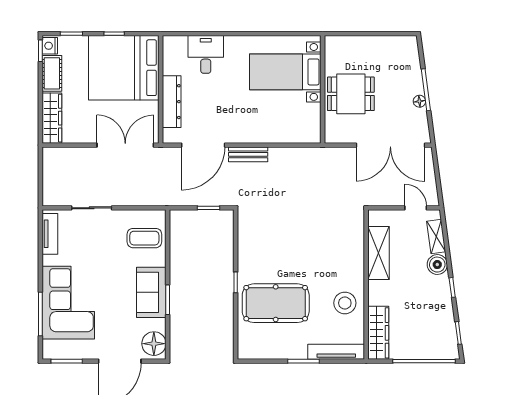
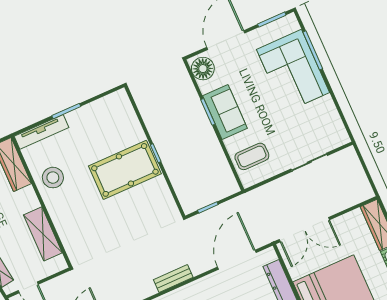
bench: (248, 154) -> (173, 278), moved
tv unit: (50, 234) -> (335, 124), removed
pool table: (276, 303) -> (125, 170), moved

